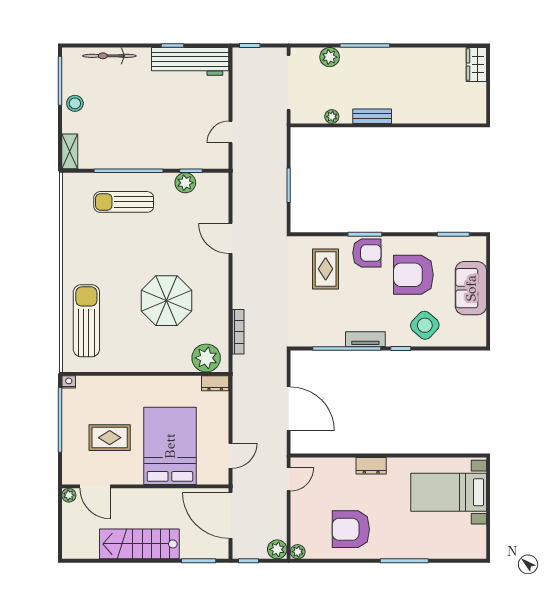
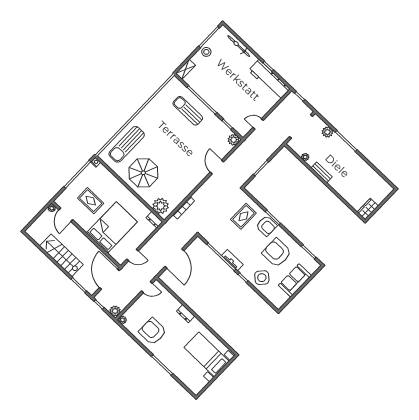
wardrobe: (476, 65) -> (368, 209), moved
plant: (185, 183) -> (234, 140), moved
parasol: (166, 301) -> (143, 173), moved
sun lounger: (86, 321) -> (127, 144), turned 180

